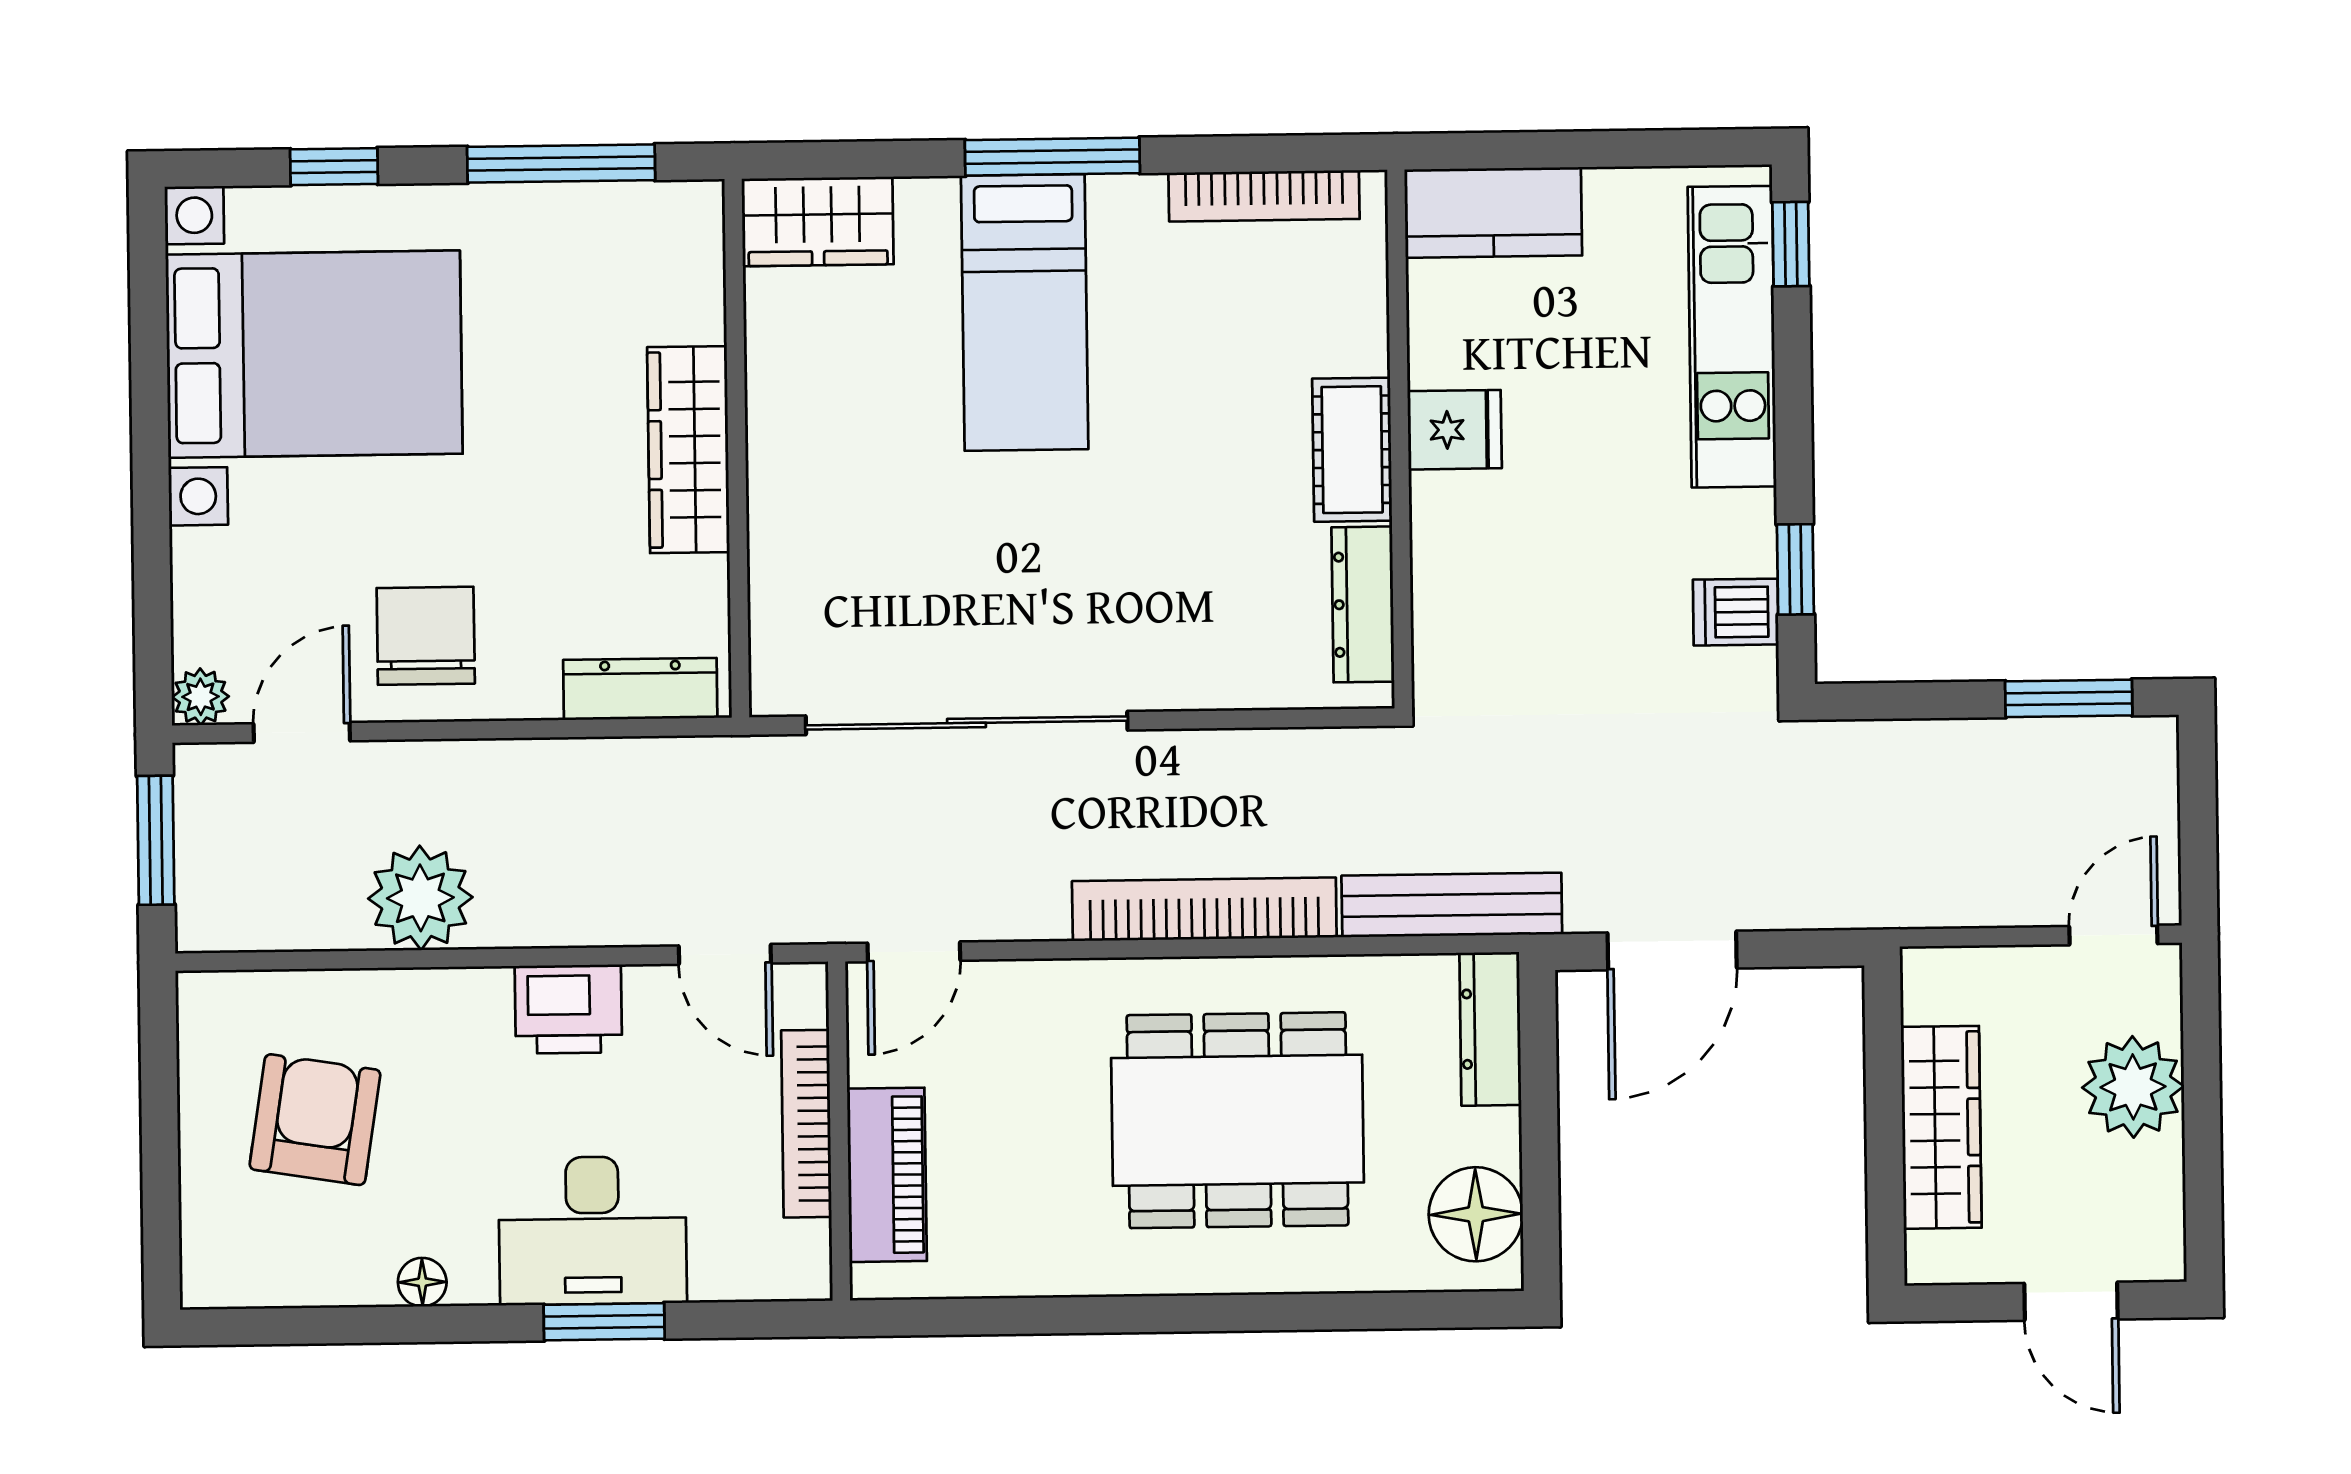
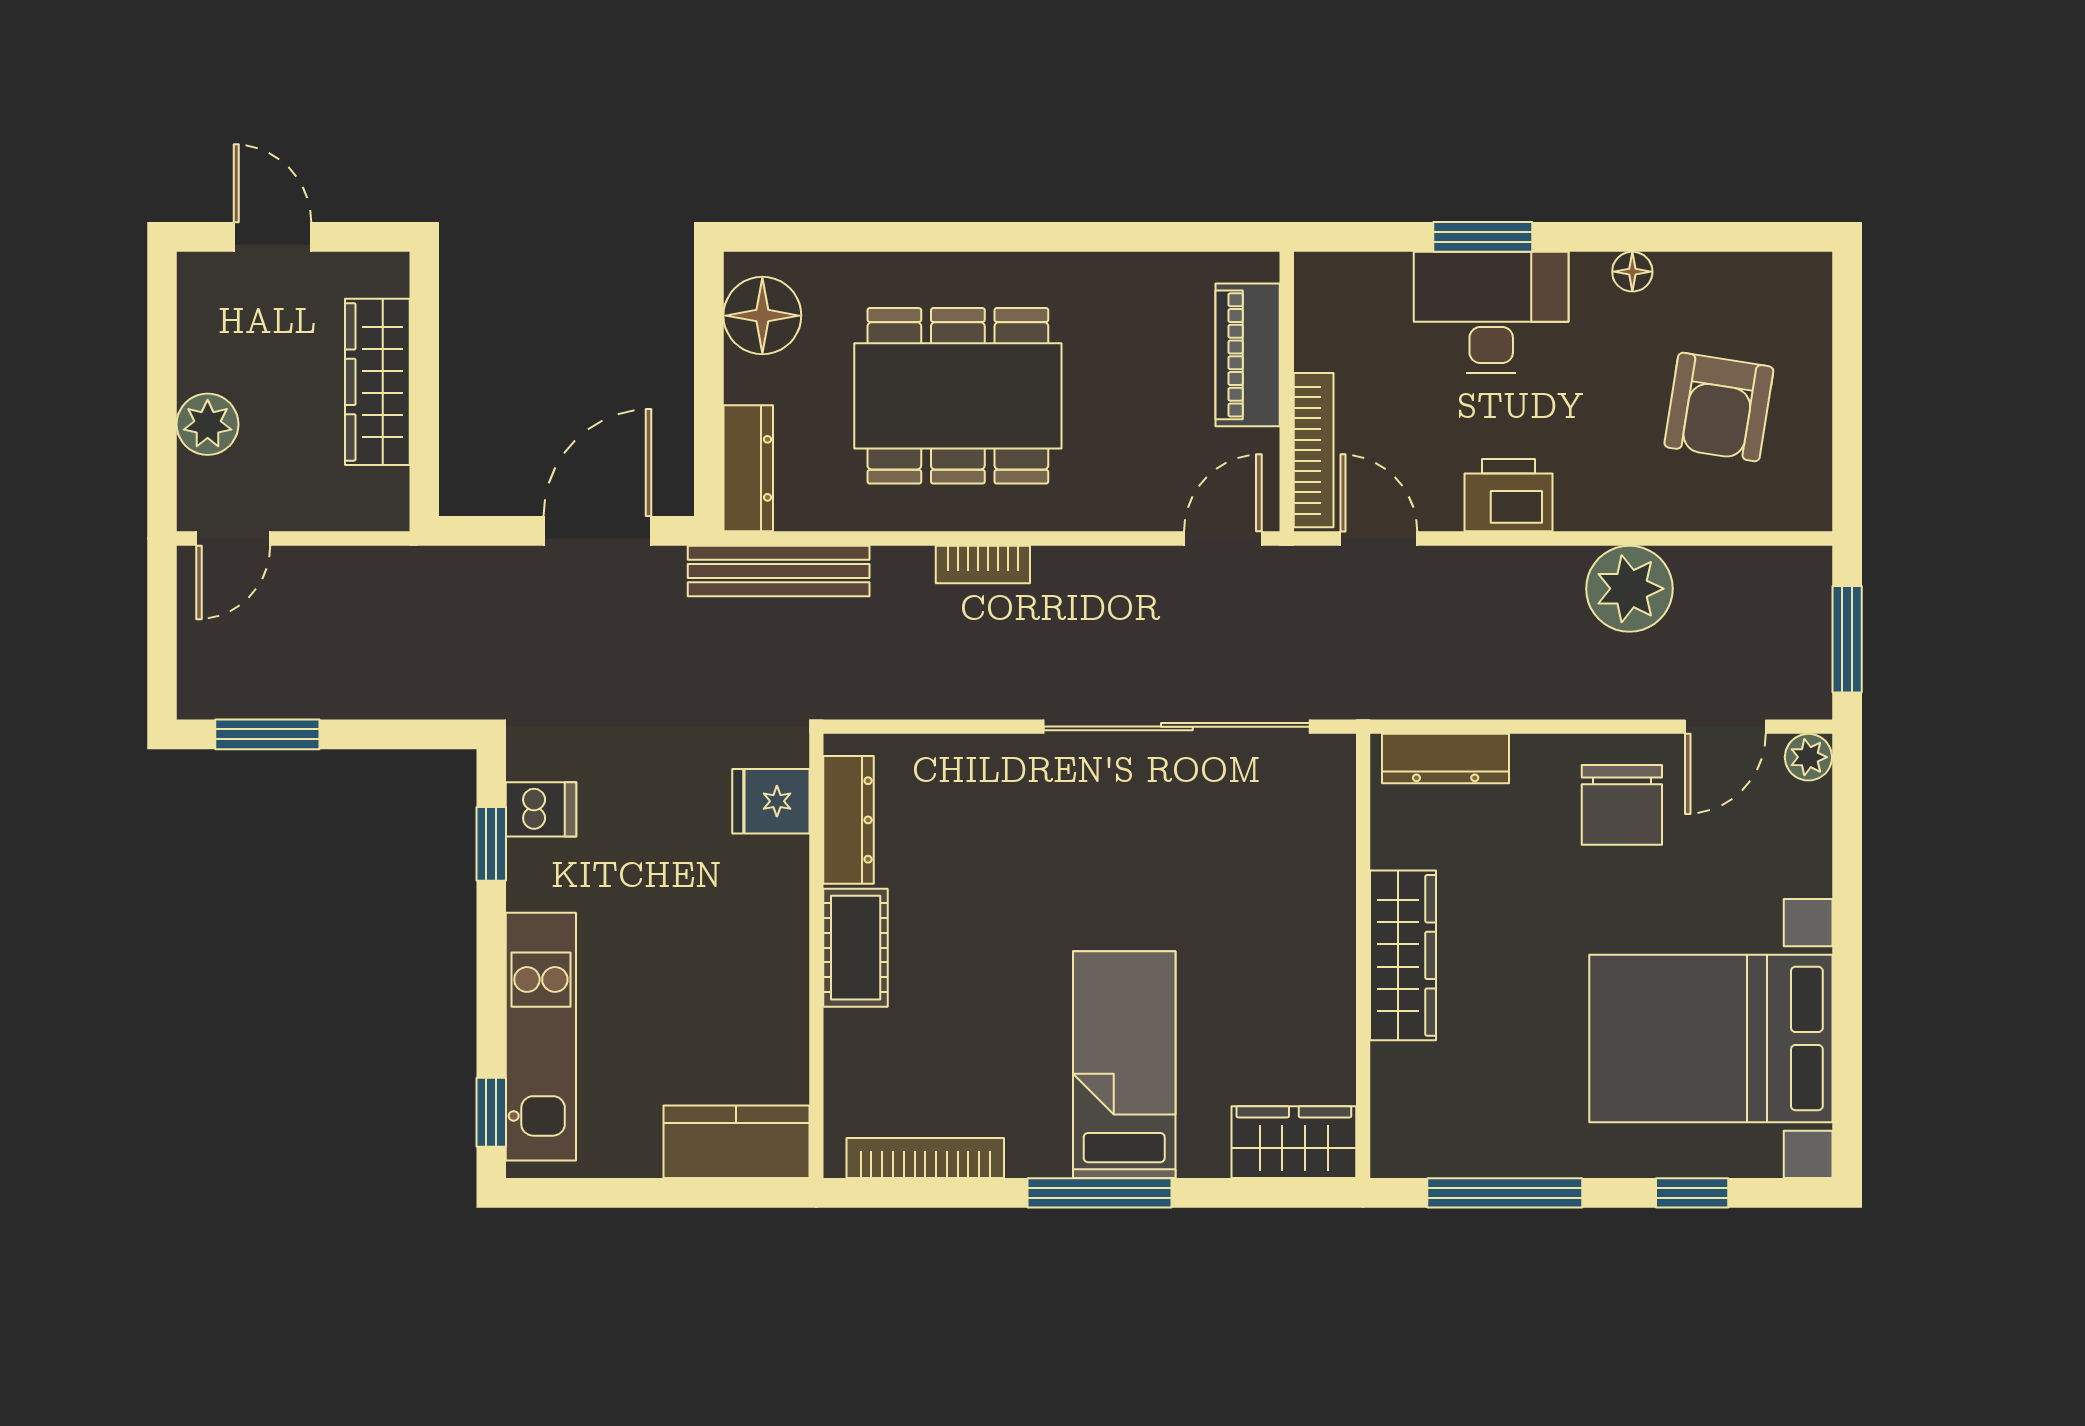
fridge: (1455, 430) -> (771, 801), moved
bookcase: (1204, 909) -> (983, 564), width x0.43, depth x0.76
plant: (2133, 1087) -> (208, 424), width x0.73, depth x0.73
bookcase: (806, 1124) -> (1314, 450), moved

